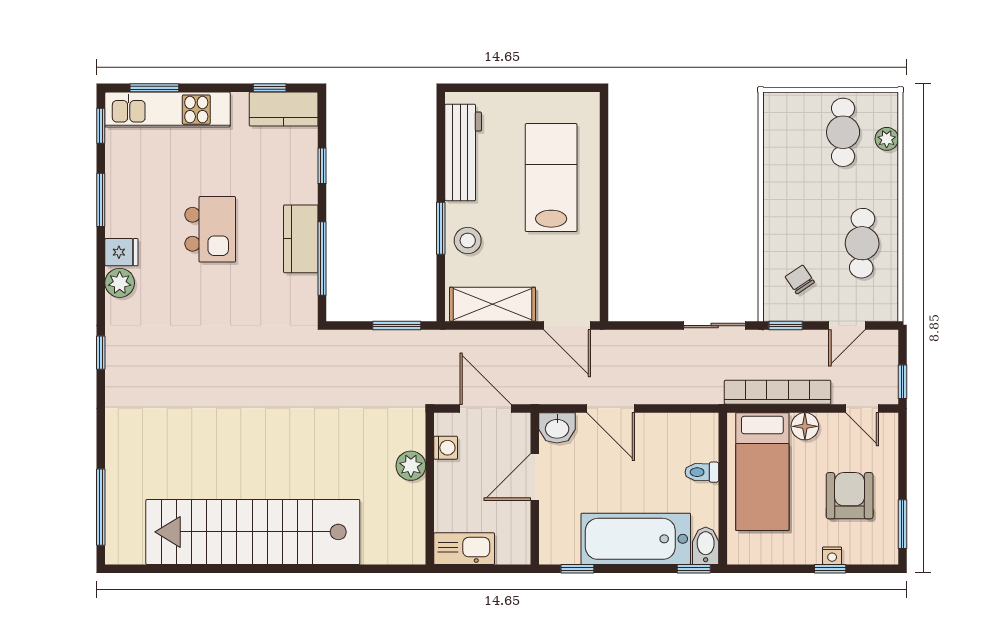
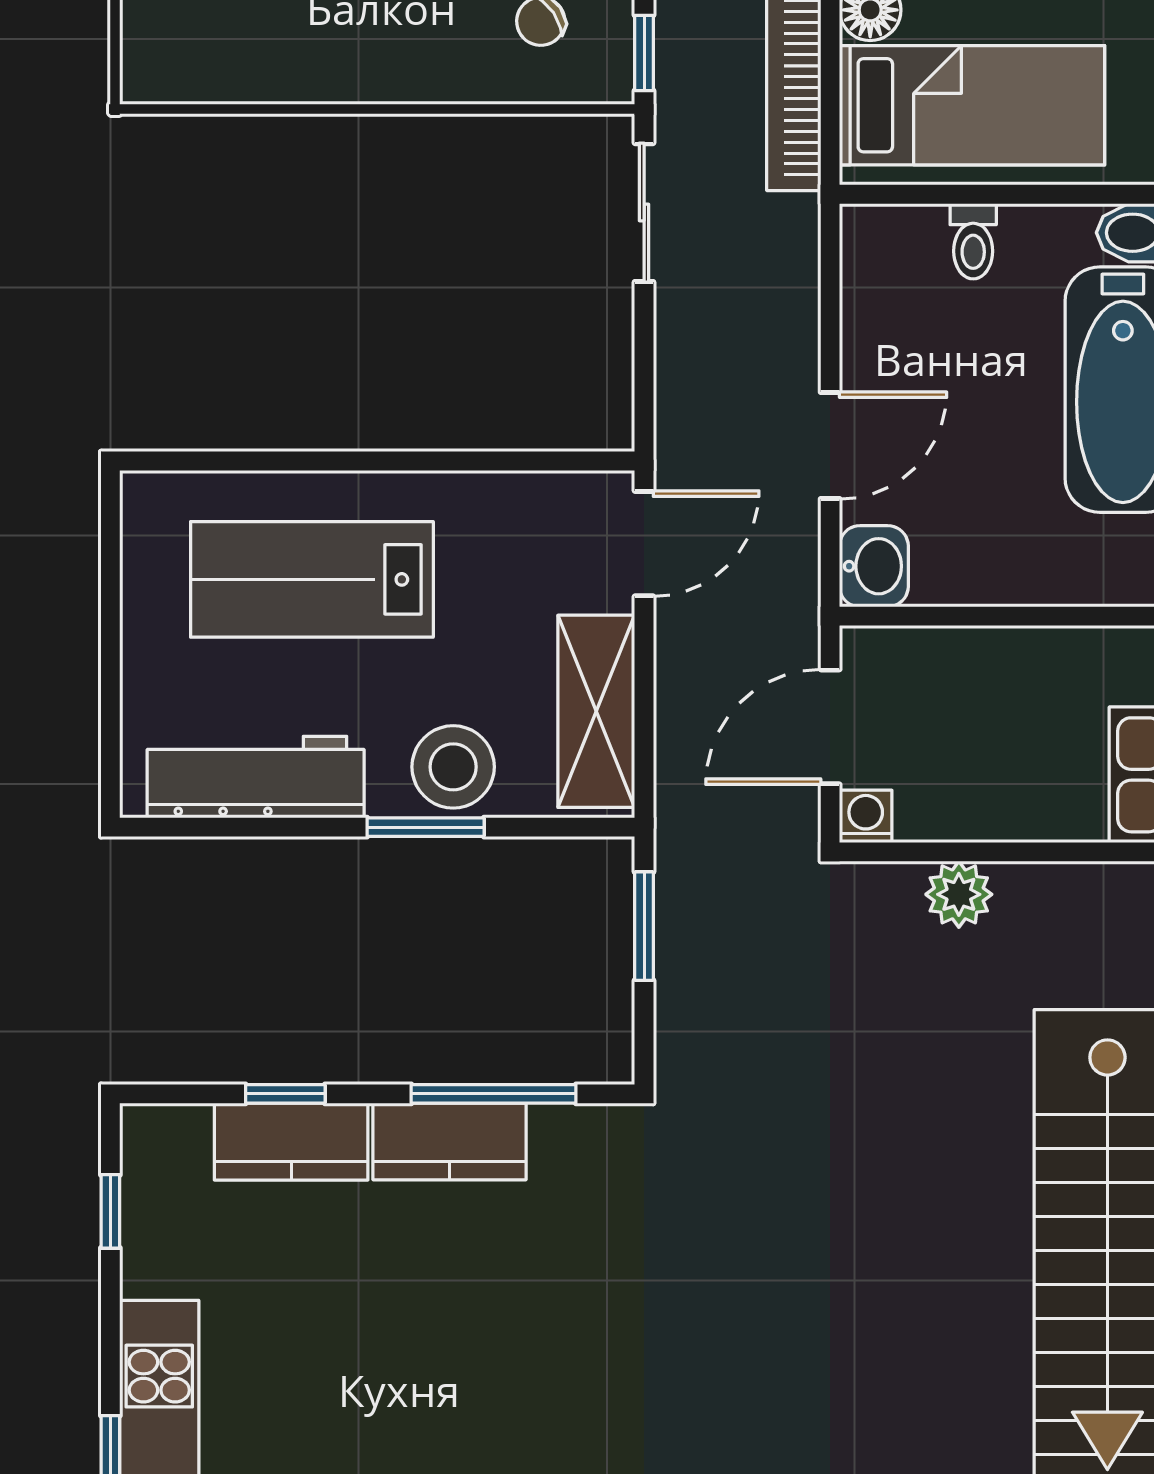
kitchen counter: (284, 109) -> (291, 1142), moved, turned 90
kitchen island: (210, 229) -> (428, 1345), removed
stool: (468, 240) -> (453, 767), width x1.38, depth x1.38
washing machine: (446, 448) -> (866, 816), moved
door: (535, 477) -> (984, 616), removed

